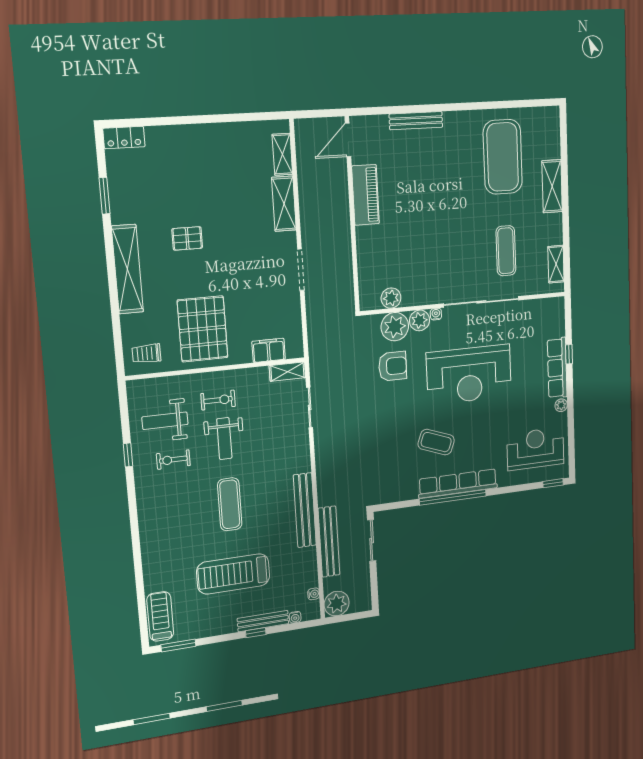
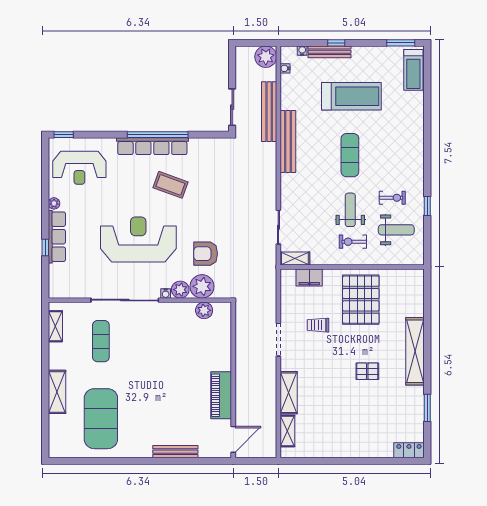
trolley: (146, 354) -> (318, 325), moved, turned 180

